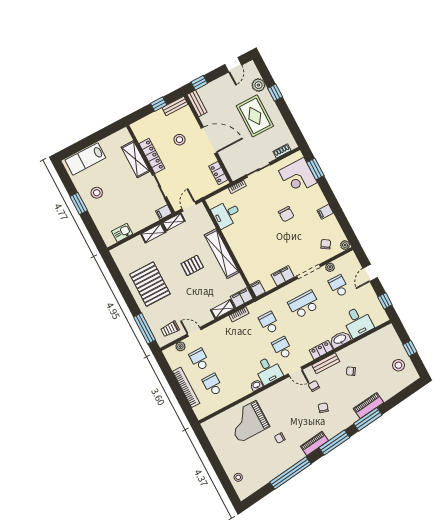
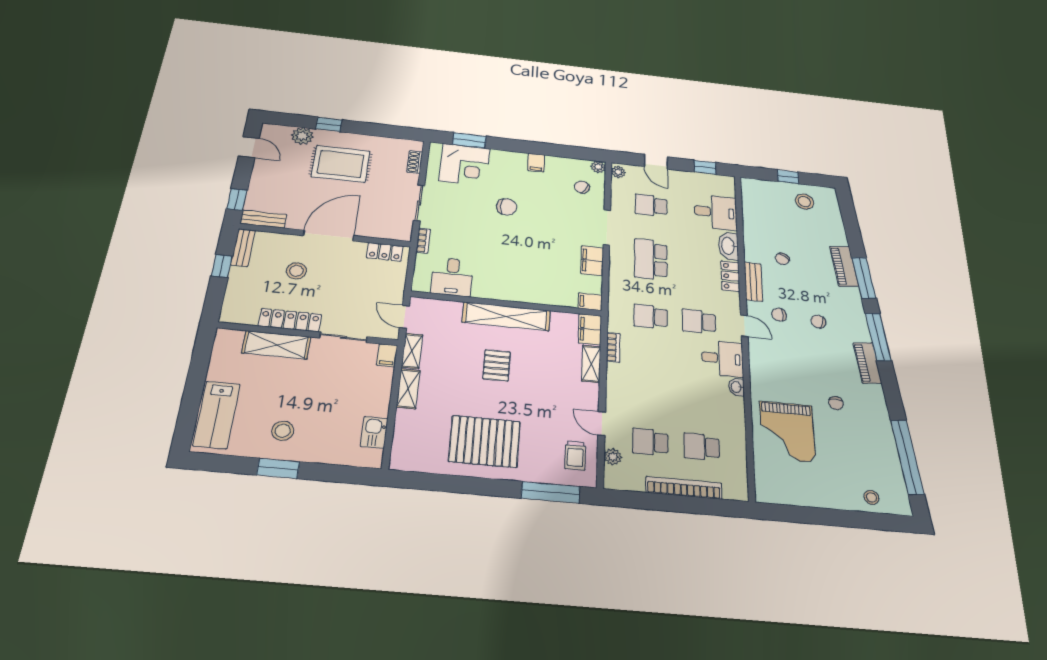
plant: (330, 267) -> (618, 172), moved
door: (194, 332) -> (602, 424), hinge flipped
door: (295, 372) -> (744, 326), hinge flipped
window: (290, 473) -> (907, 457), moved

